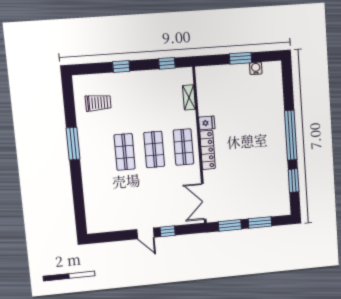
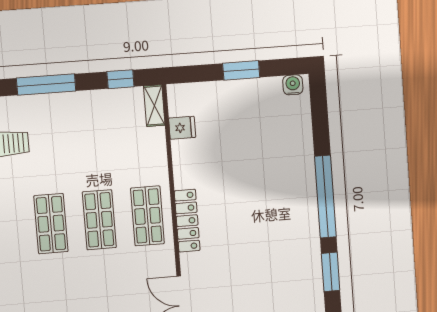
window: (121, 66) -> (46, 85), width x2.17
water cooler: (256, 68) -> (293, 85), moved
shelving: (189, 97) -> (154, 106), moved
fridge: (207, 123) -> (182, 128), moved

